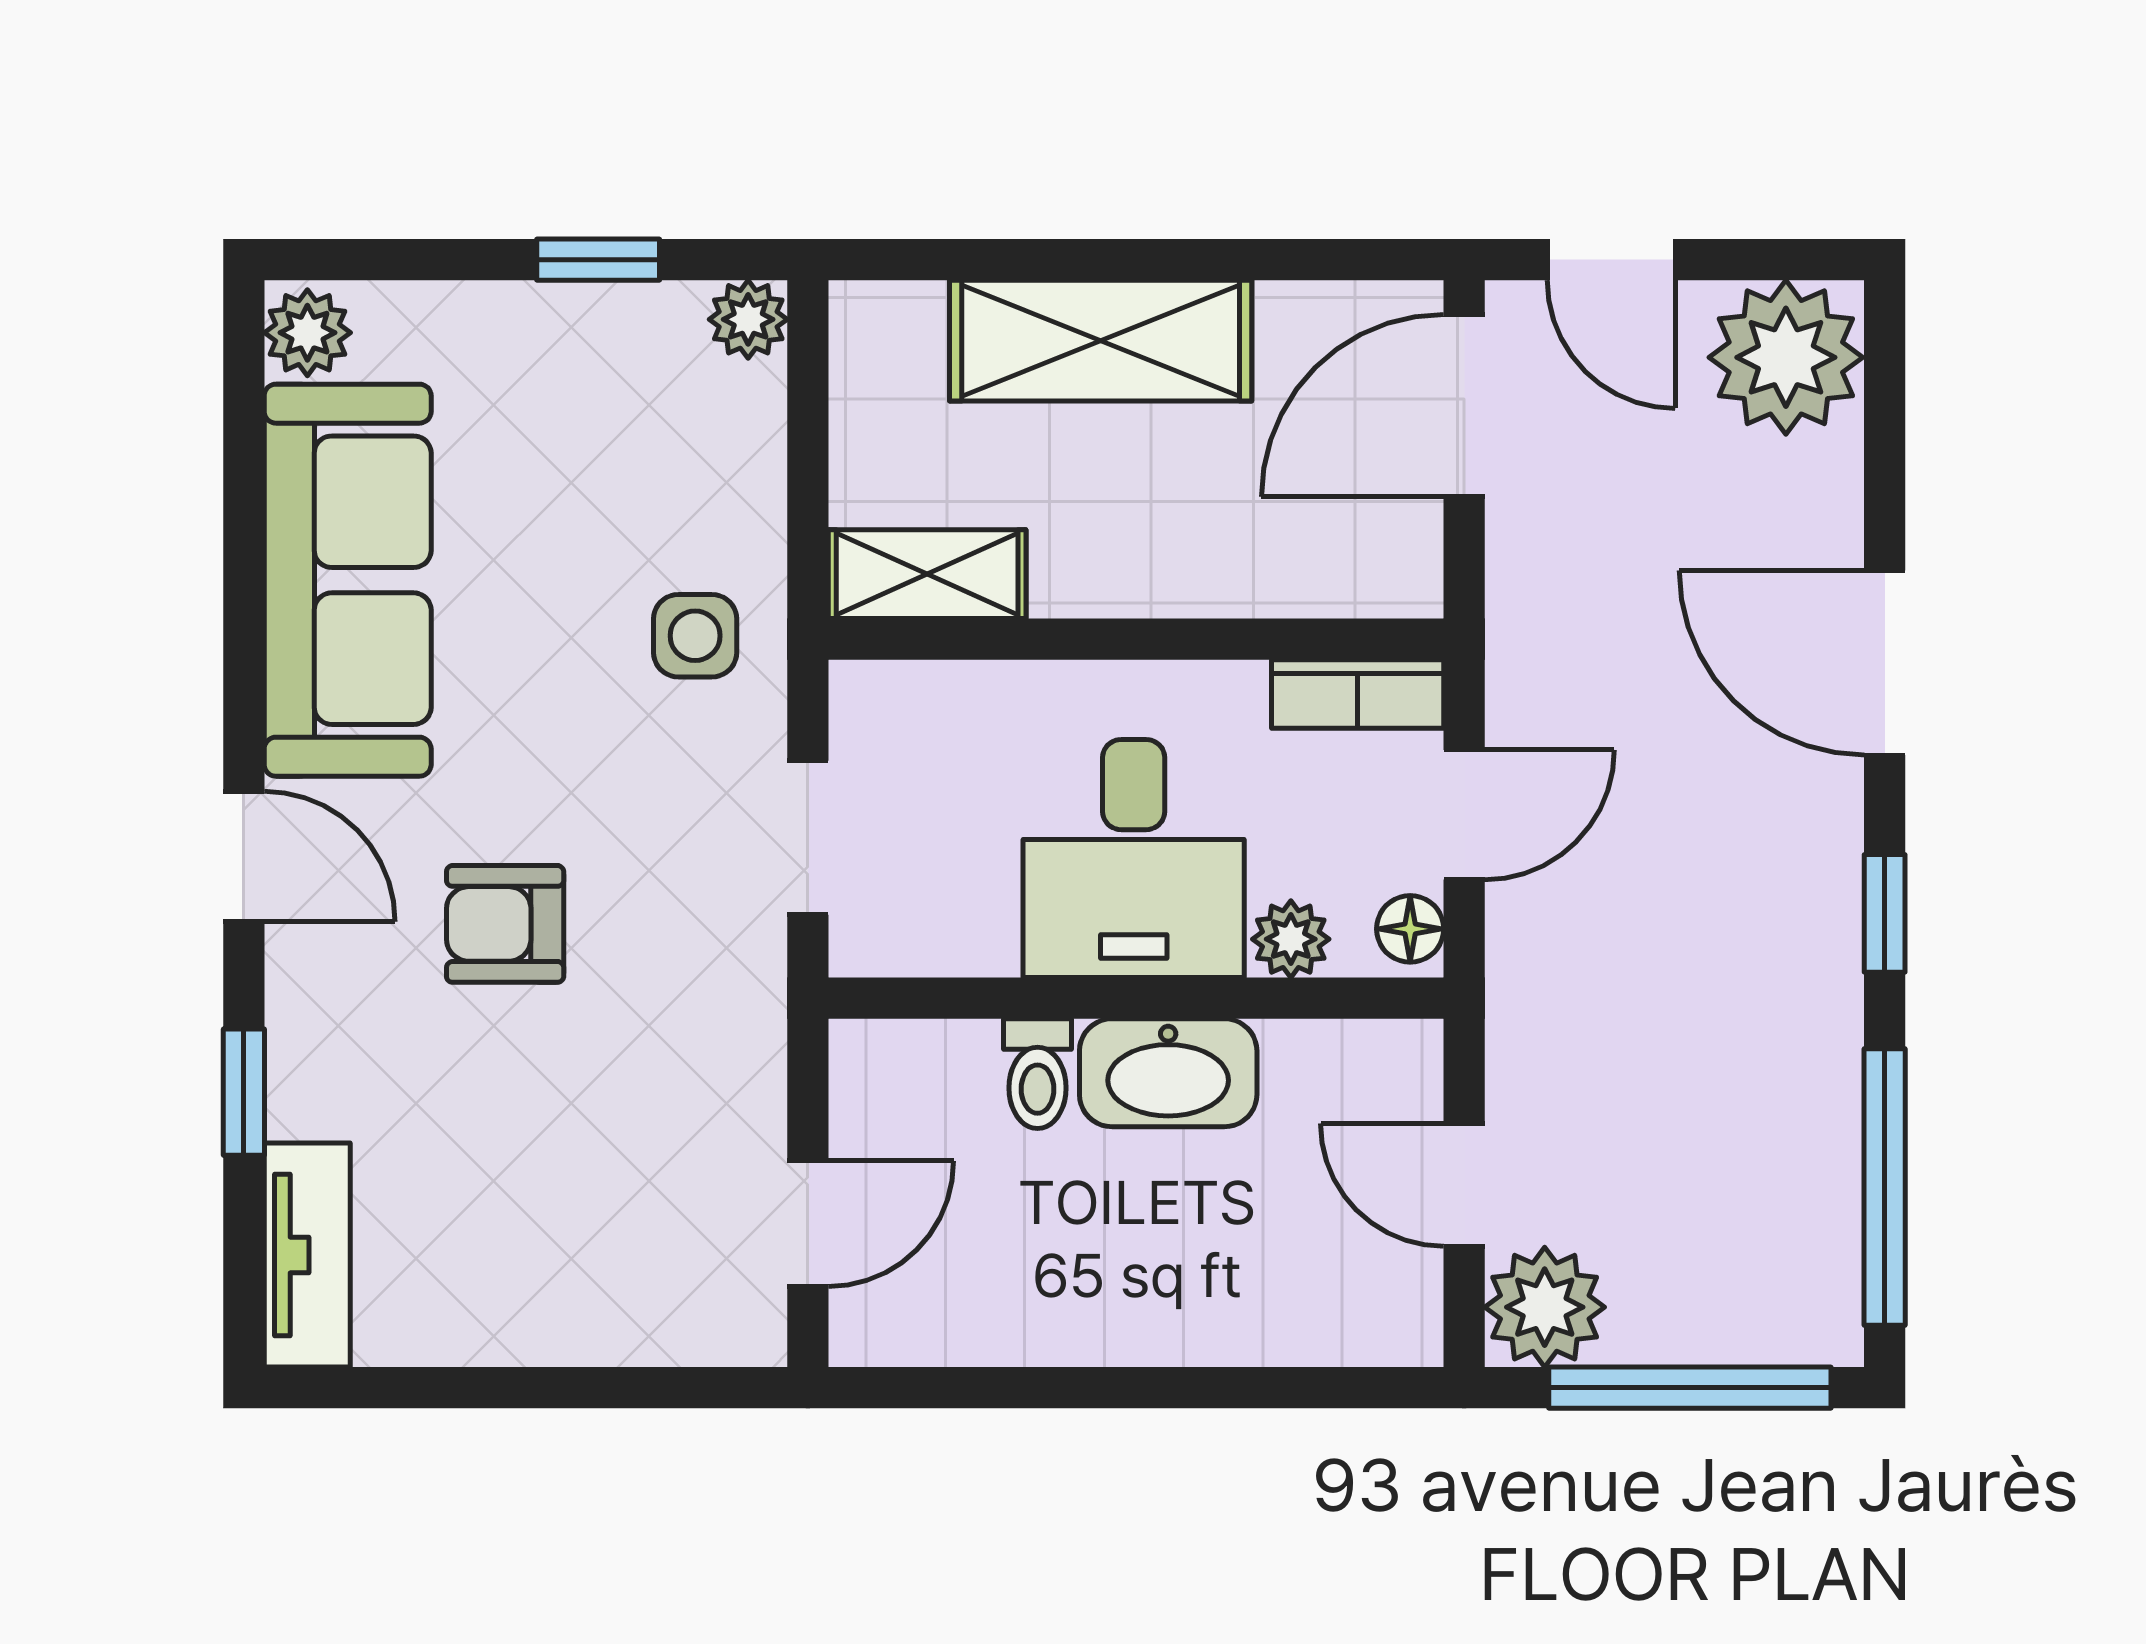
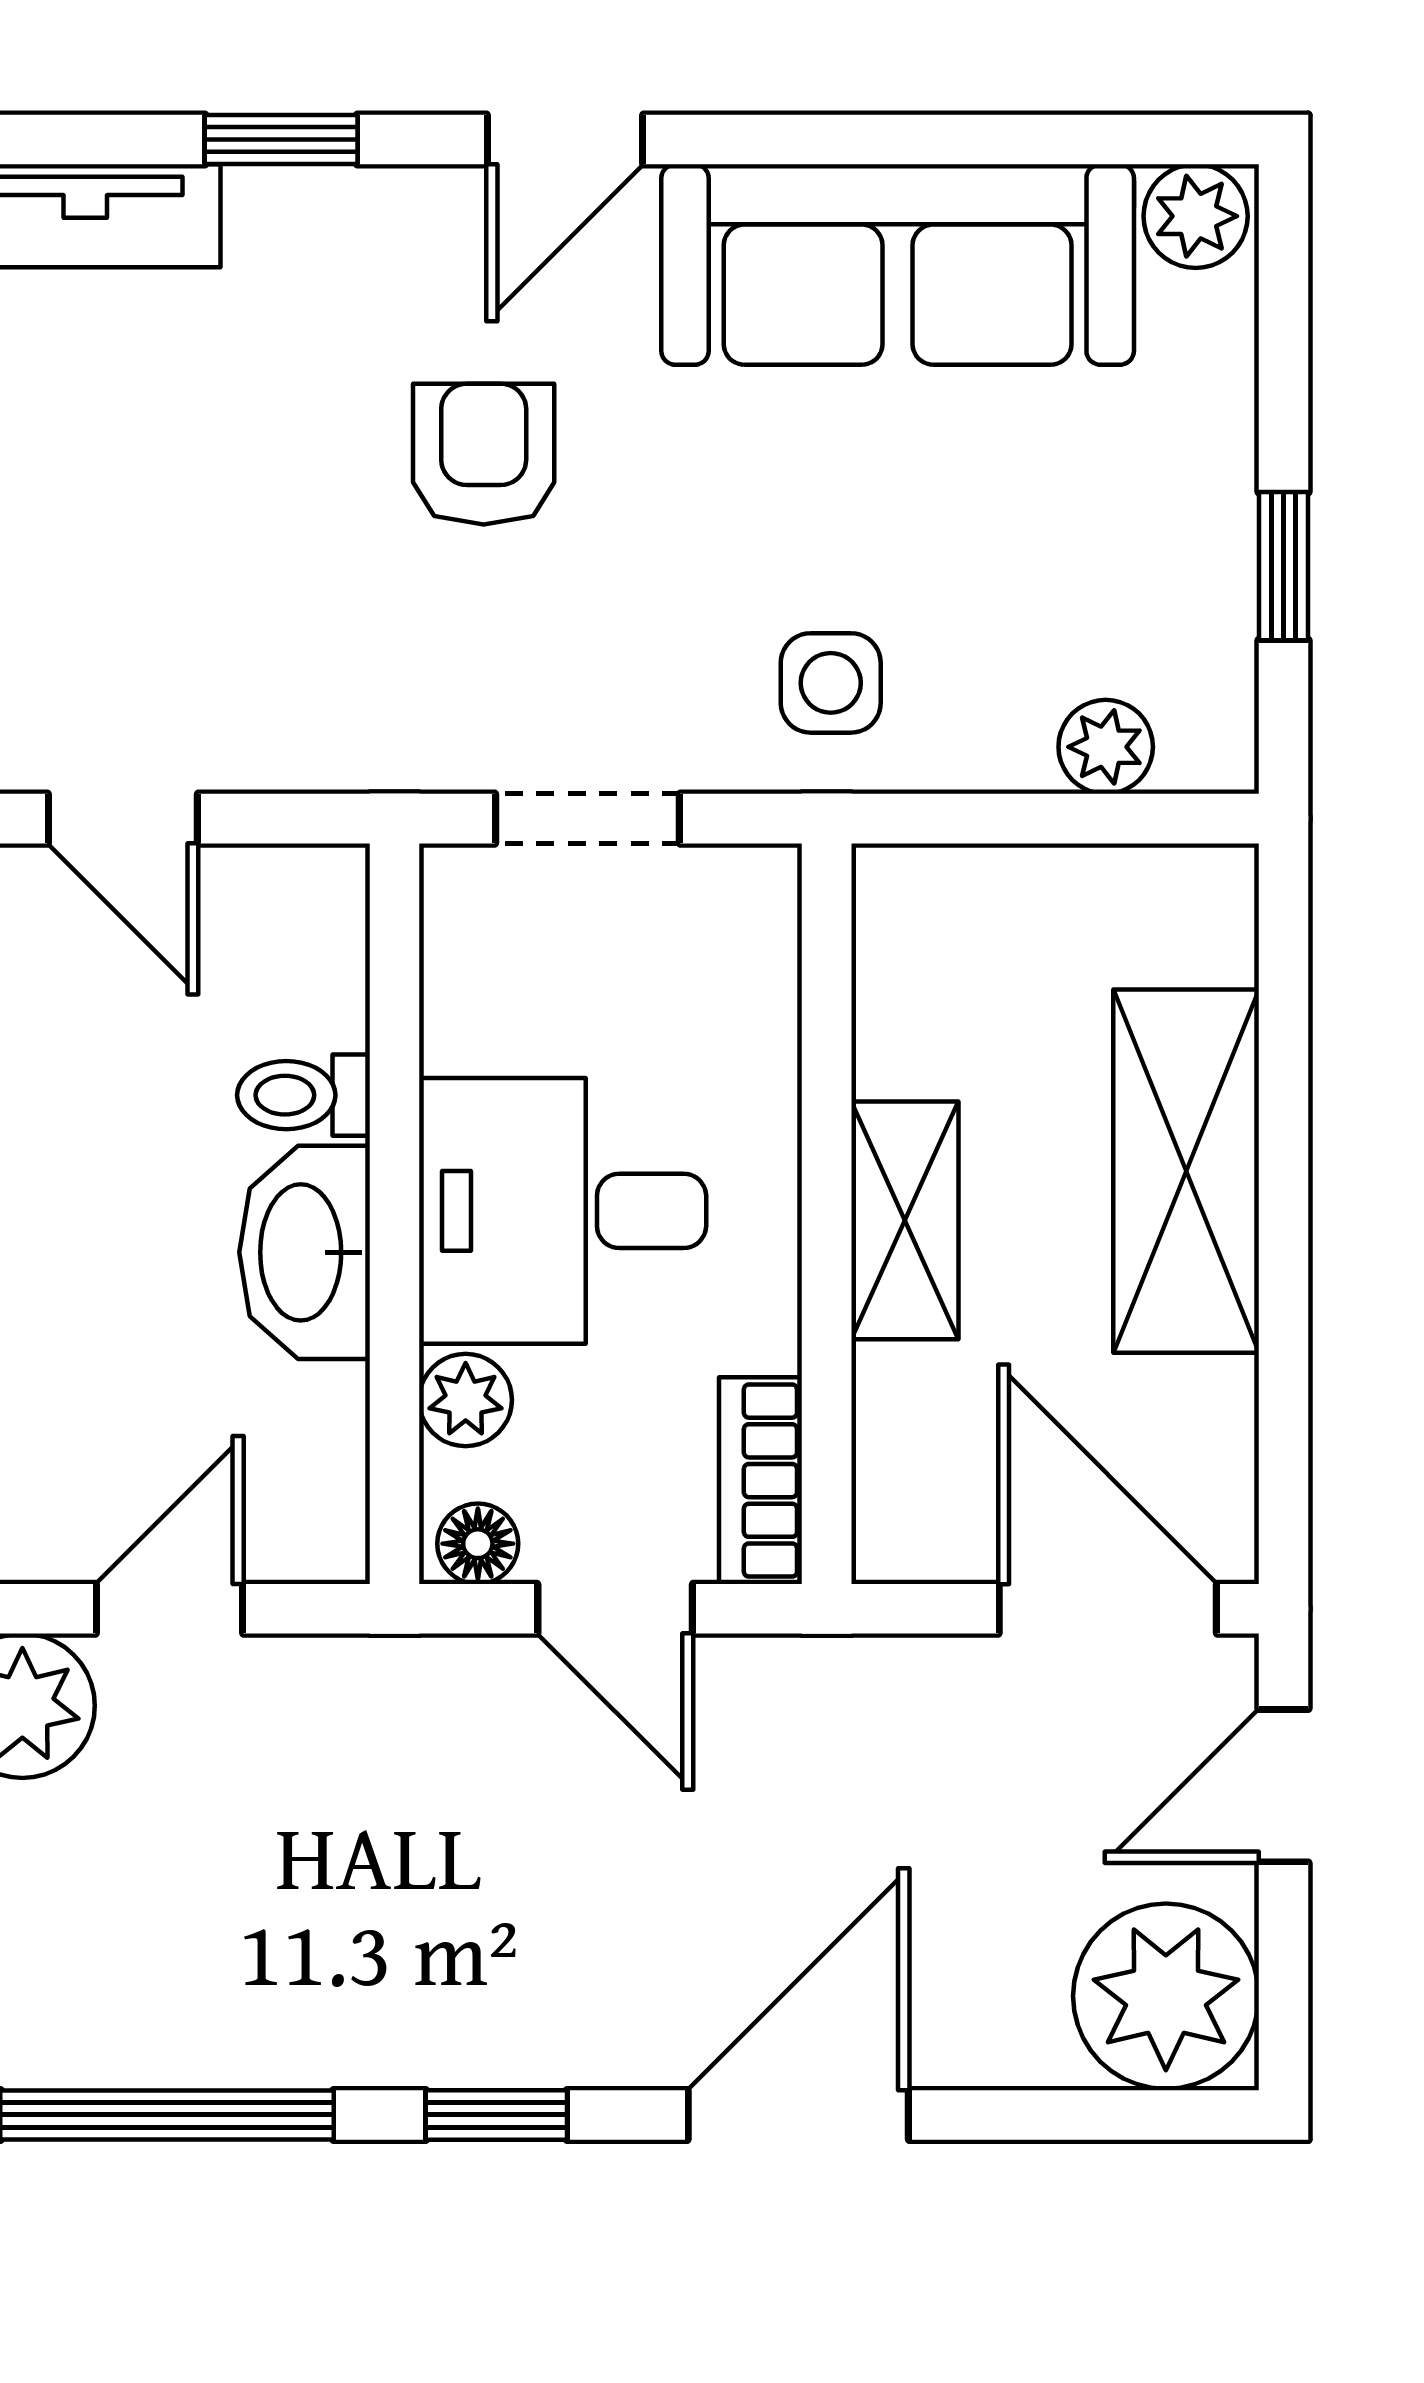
plant: (748, 319) -> (1106, 747), moved
shelving: (927, 574) -> (905, 1220), moved

